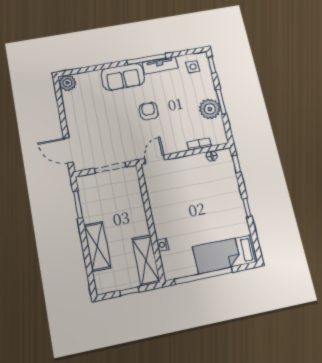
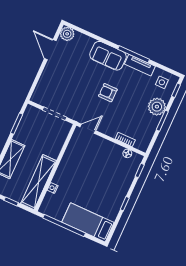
plant: (210, 109) -> (157, 107), moved
armchair: (149, 111) -> (108, 93), turned -90
door: (68, 150) -> (50, 50), moved
shelving: (146, 260) -> (39, 182), width x1.47

